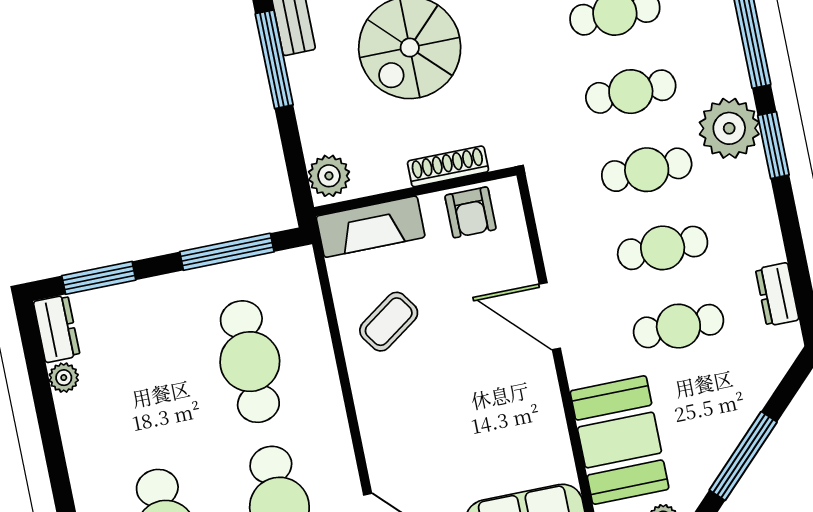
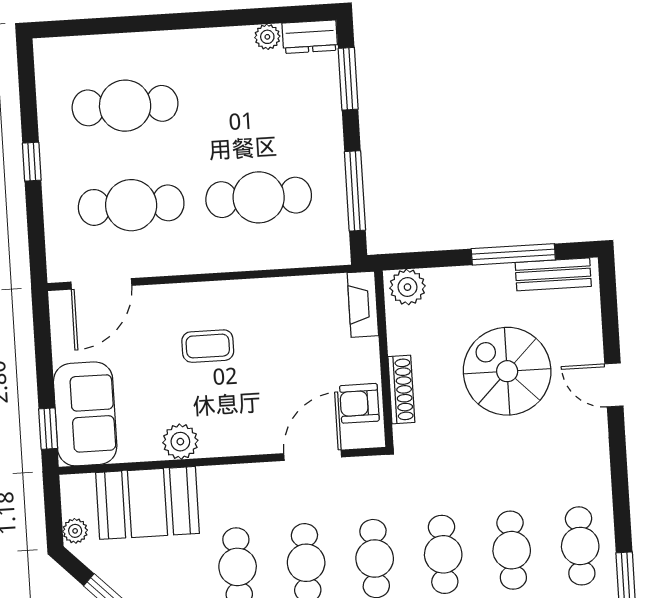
fireplace: (371, 227) -> (363, 304), width x0.73, depth x0.76
door: (550, 316) -> (313, 455), moved
coffee table: (389, 322) -> (208, 346), moved, turned -55
plant: (544, 412) -> (180, 442), added

